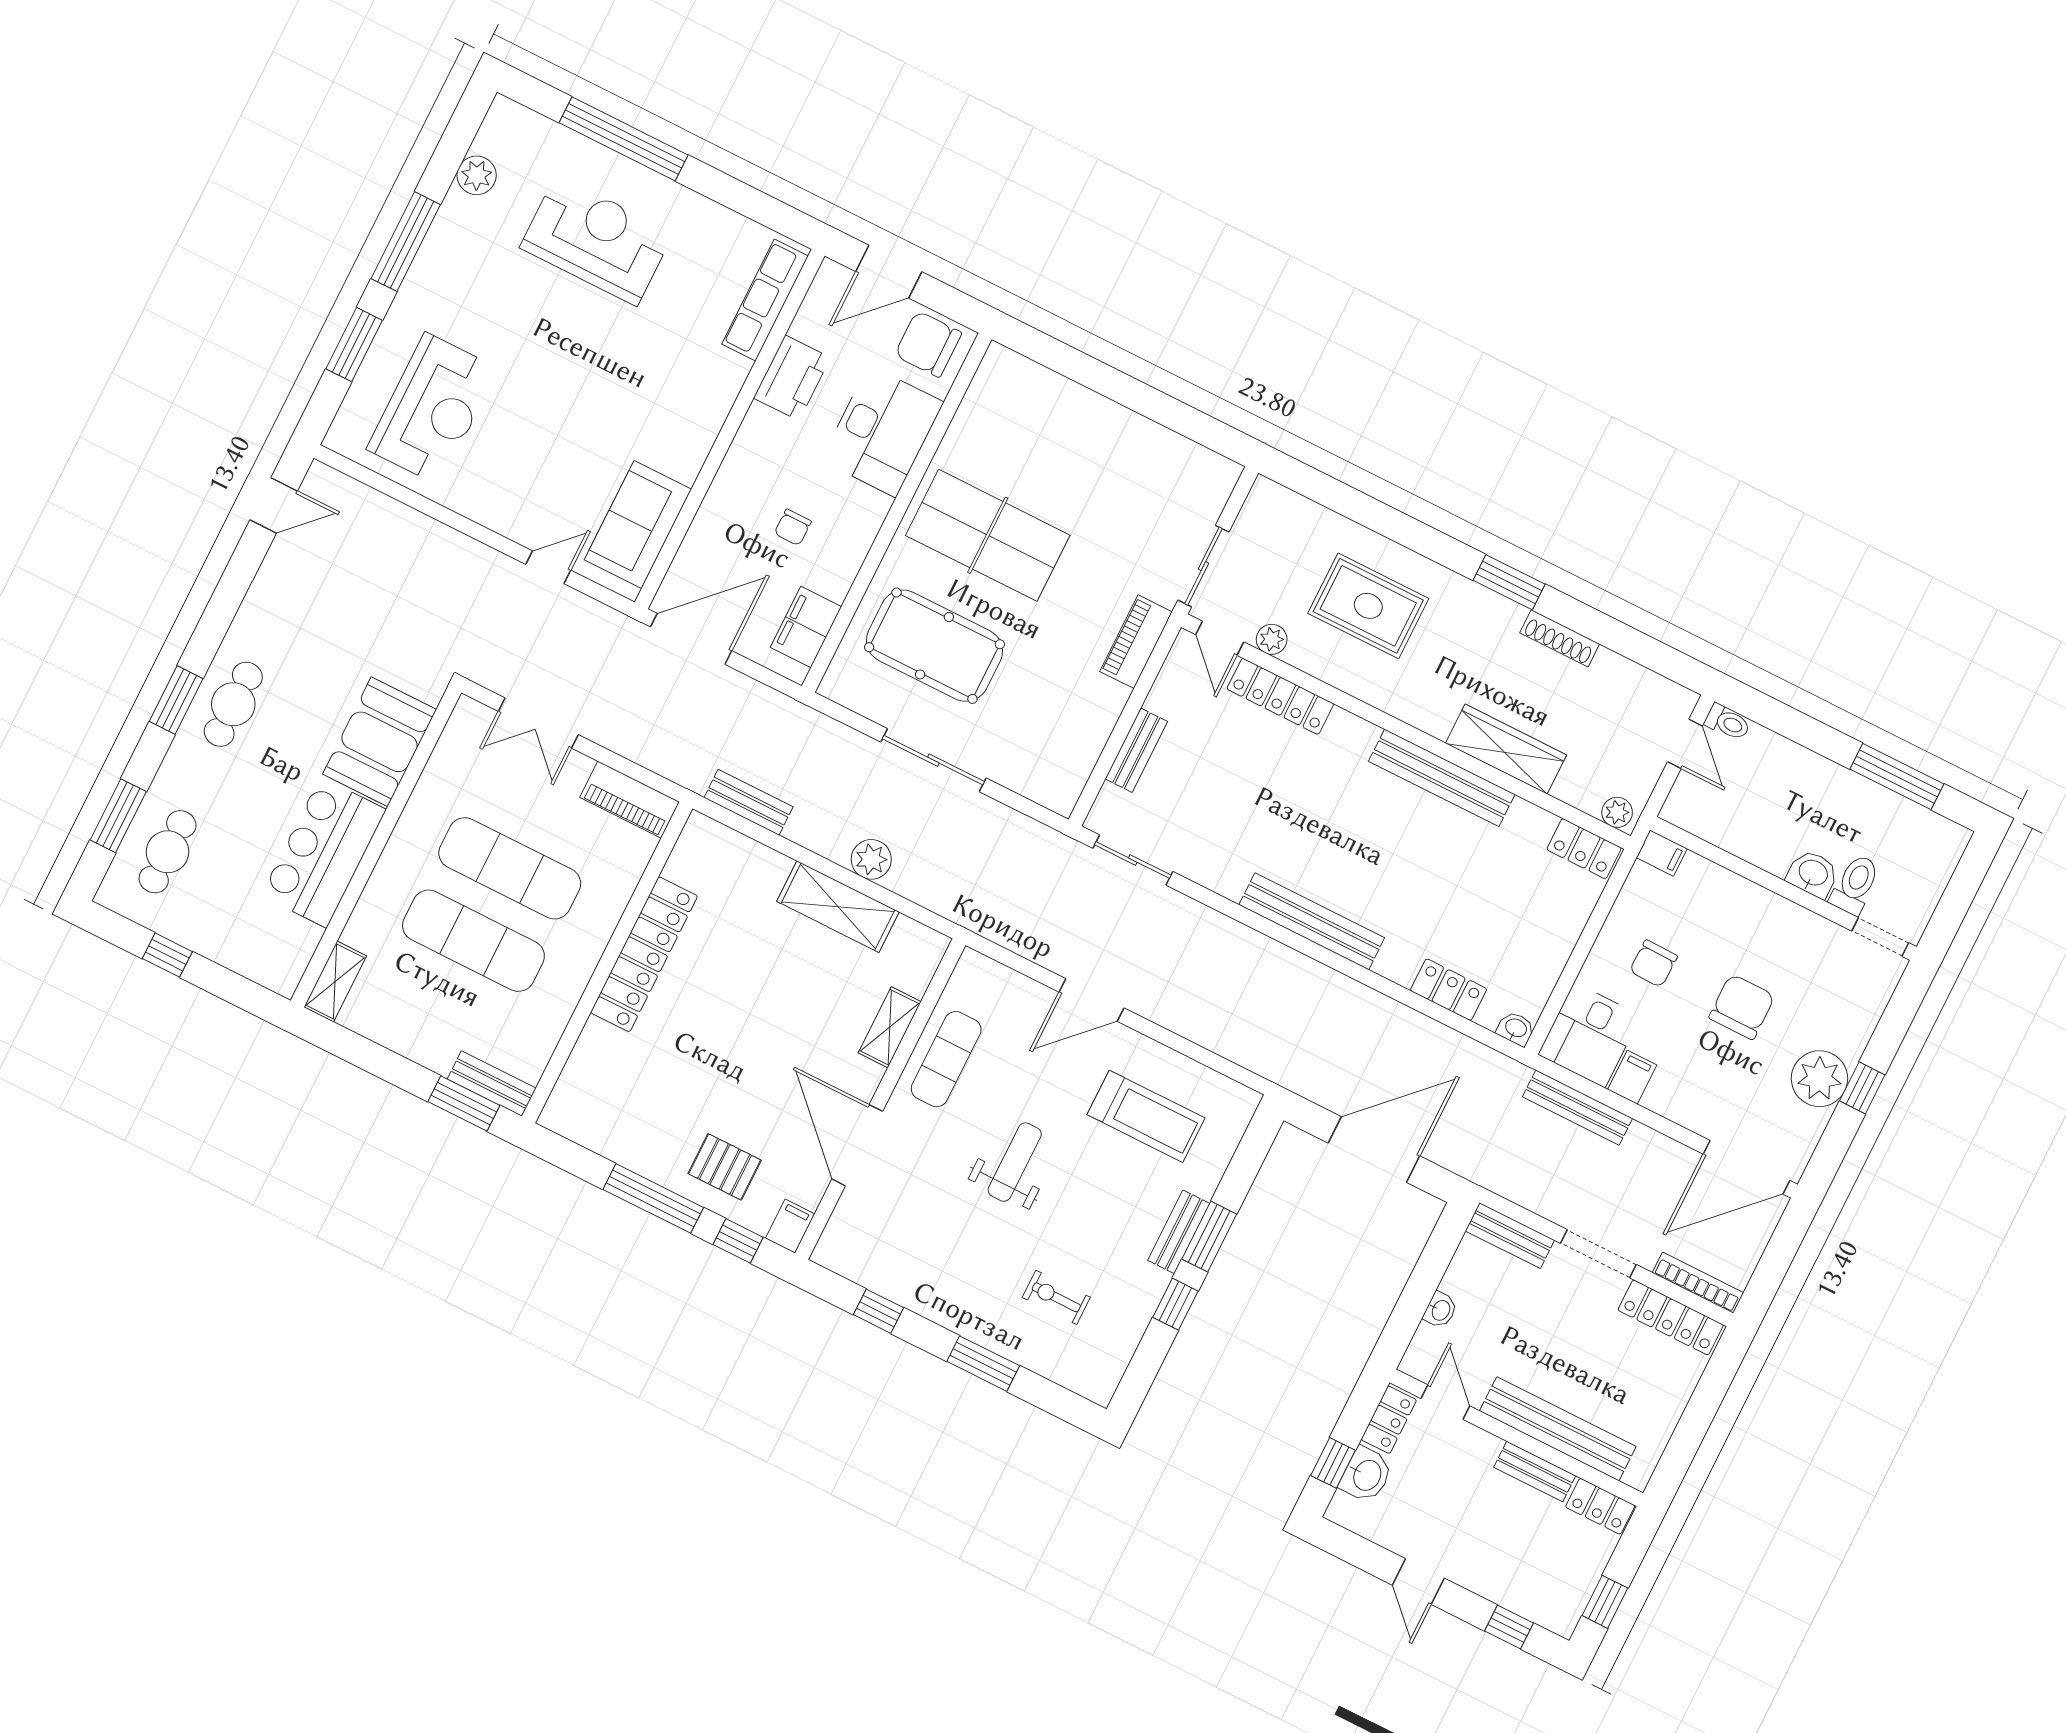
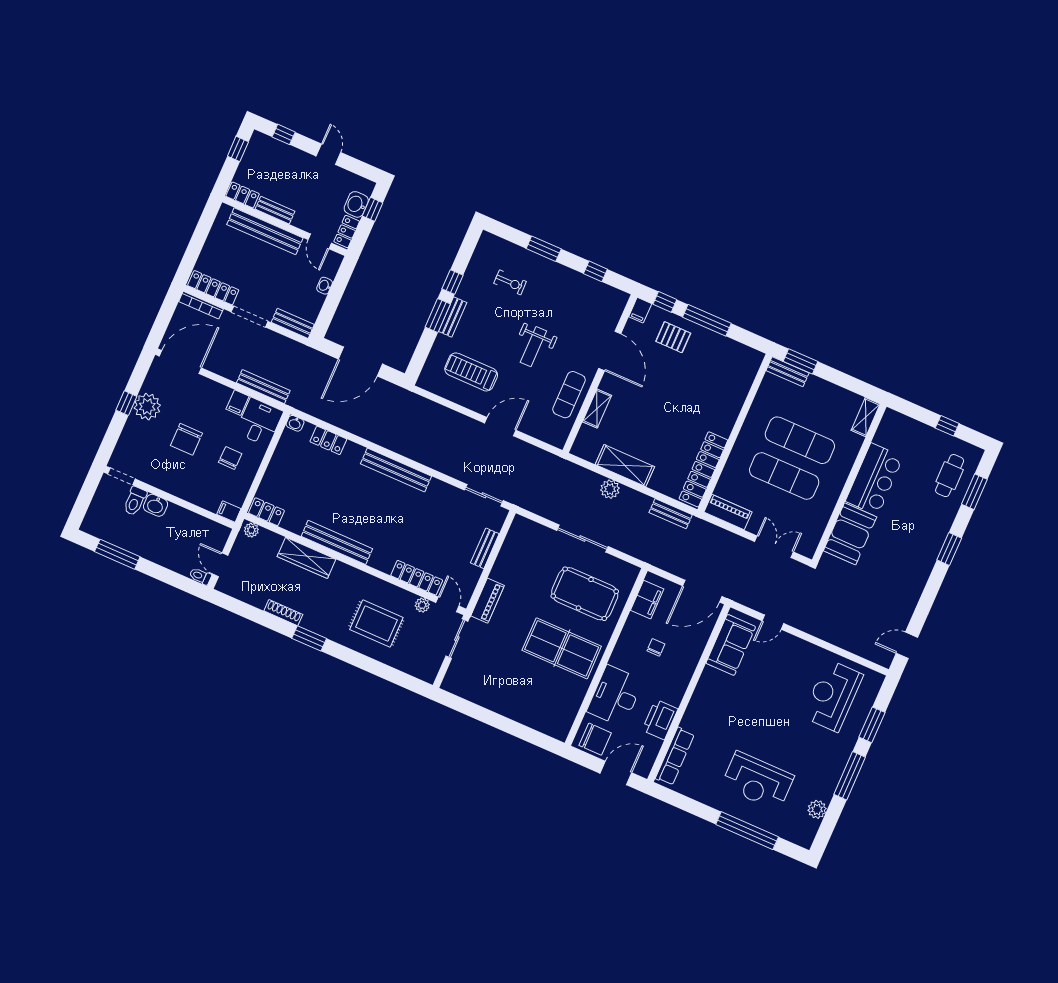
cafe table: (233, 704) -> (921, 548), removed
locker: (644, 954) -> (703, 469), moved

